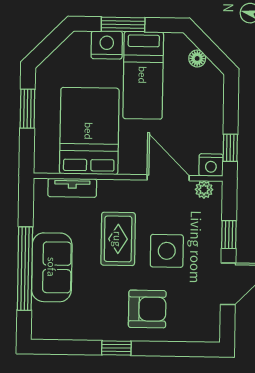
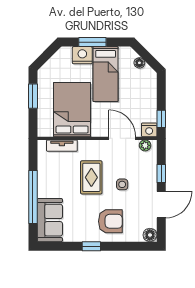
side table: (167, 251) -> (122, 184), width x0.54, depth x0.54
sofa: (52, 267) -> (50, 220), moved
floor lamp: (210, 332) -> (150, 235), added

